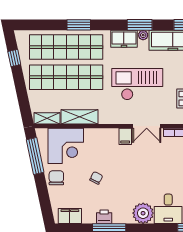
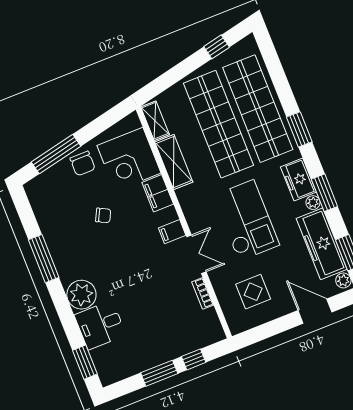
window: (79, 25) -> (299, 129), moved
double door: (147, 126) -> (196, 254), swing flipped
window: (35, 156) -> (56, 154), moved
chair: (56, 178) -> (83, 164), turned 90
filing cabinet: (70, 216) -> (158, 193), moved, turned 180
printer: (104, 217) -> (57, 246), removed

